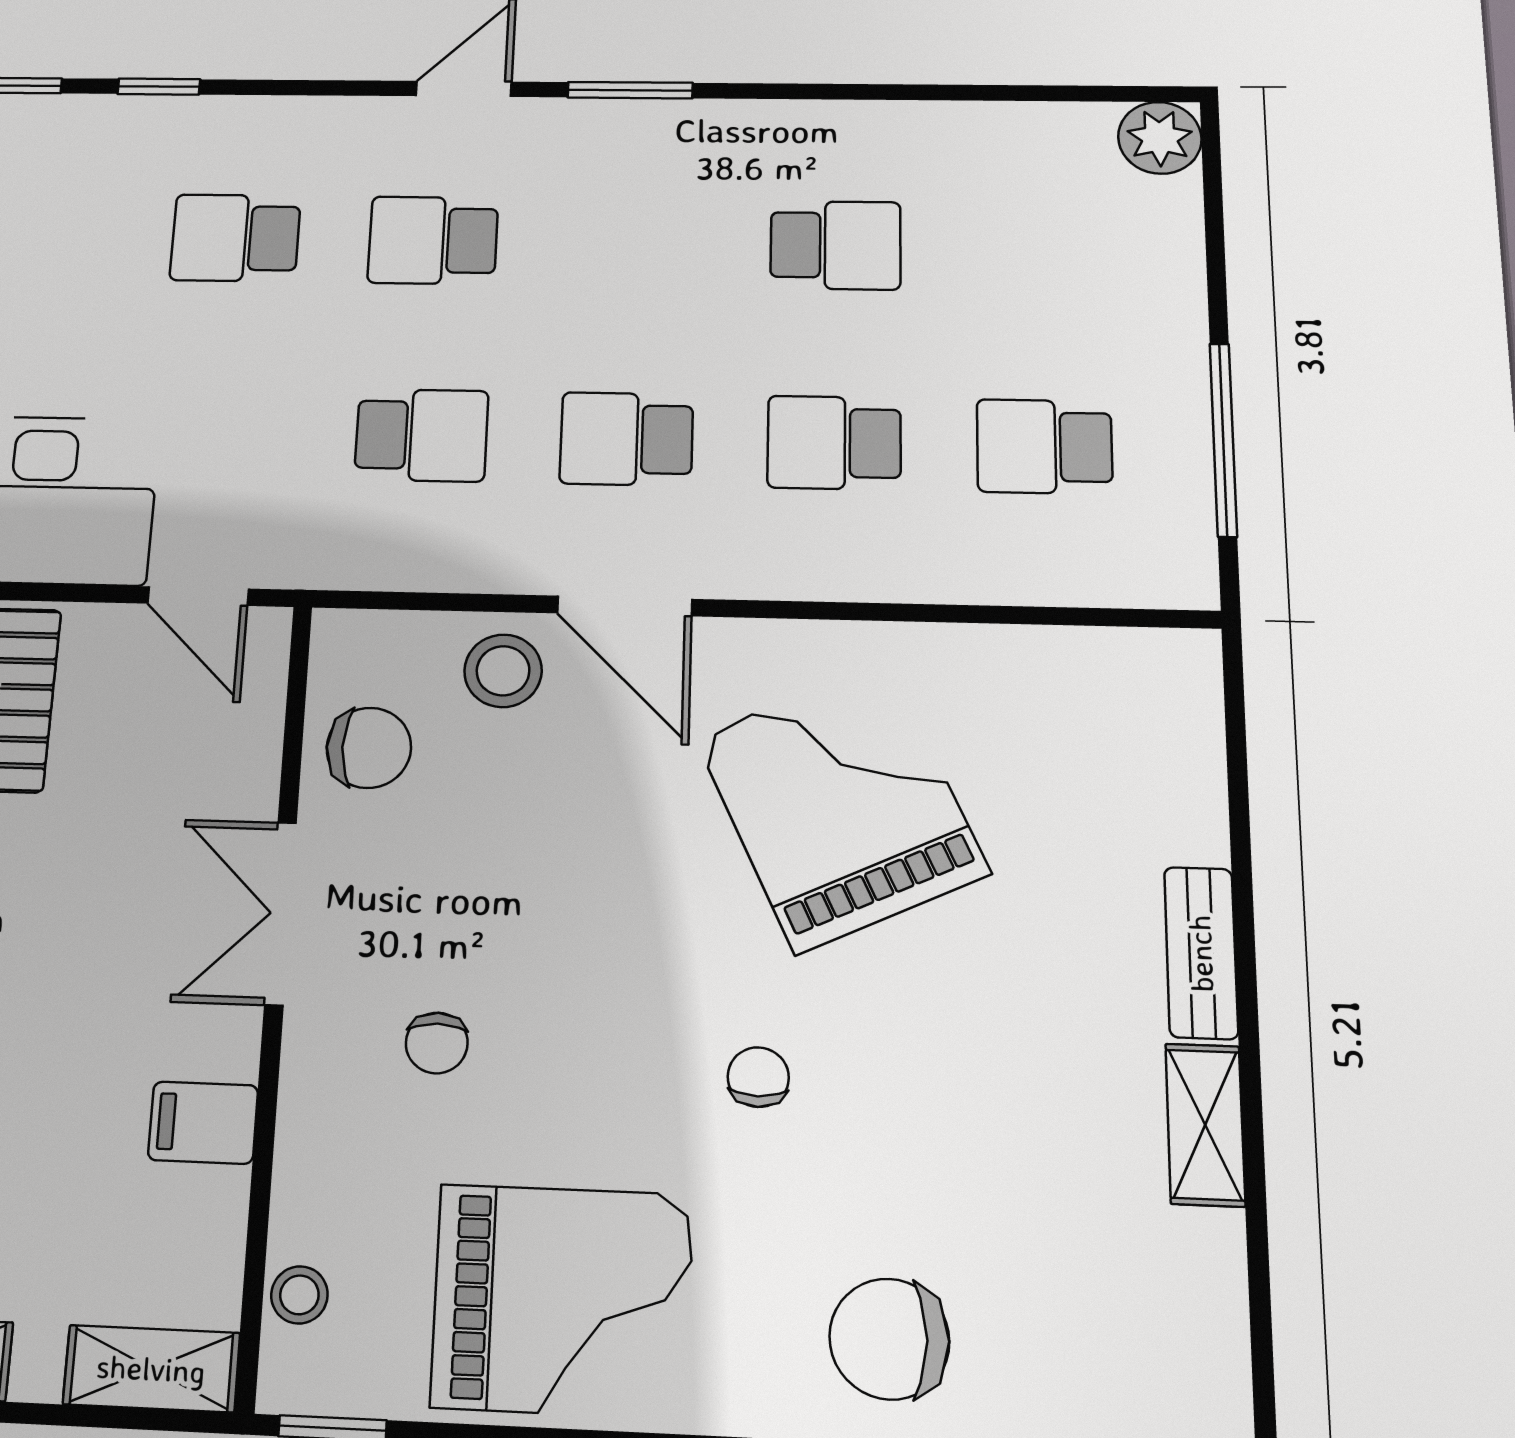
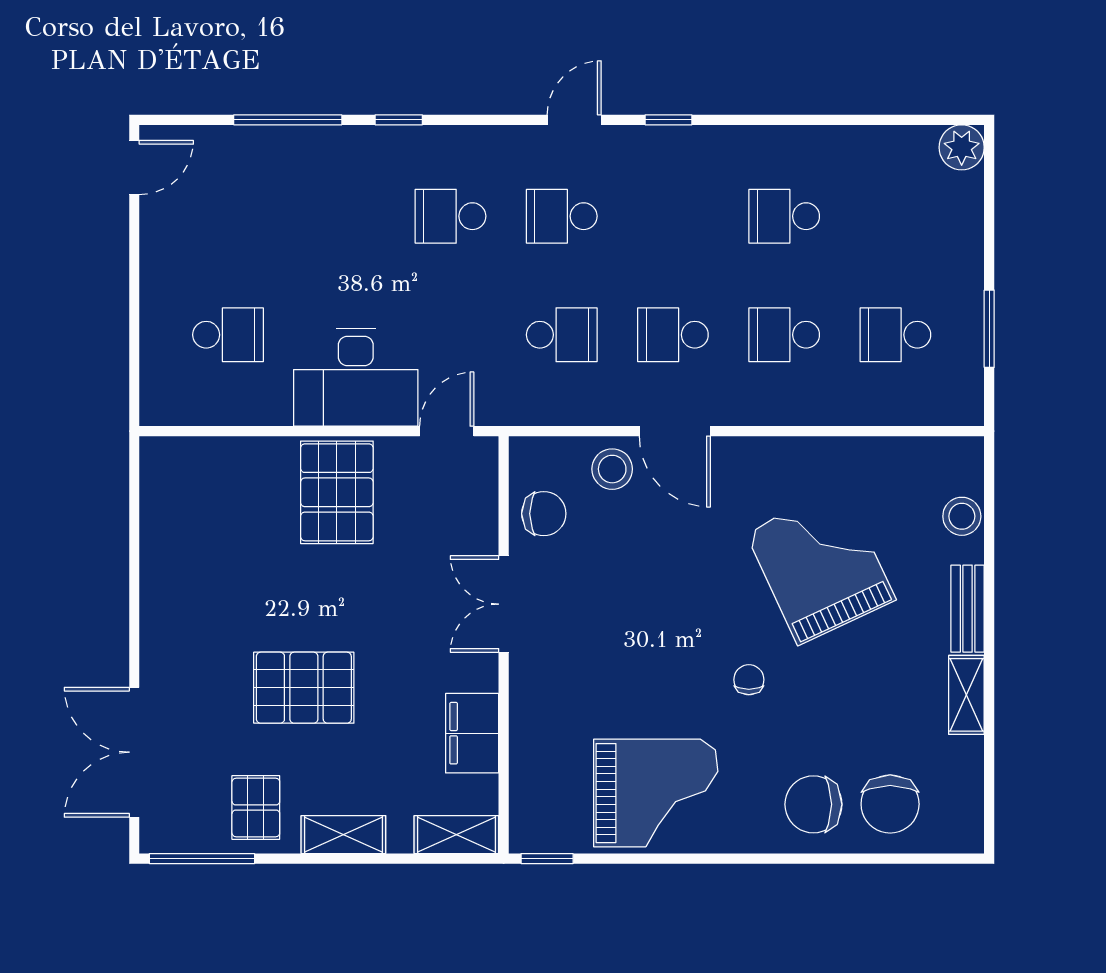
window: (630, 90) -> (669, 120), width x0.67
school desk: (835, 245) -> (784, 216), turned 180
window: (1223, 439) -> (989, 329), width x0.69
door: (198, 596) -> (447, 431), swing flipped
grand piano: (842, 805) -> (821, 566), moved
chair: (437, 1043) -> (890, 804), moved, width x1.87, depth x1.87
filing cabinet: (203, 1123) -> (472, 733), width x2.00
stool: (299, 1295) -> (962, 516), moved, width x1.37, depth x1.37

